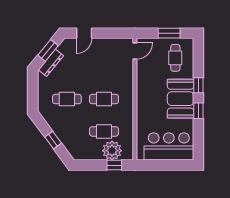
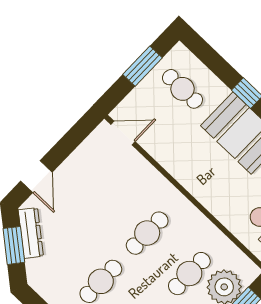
door: (135, 51) -> (123, 133), hinge flipped
dresser: (51, 63) -> (31, 233), moved

